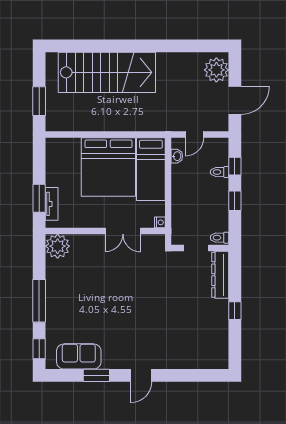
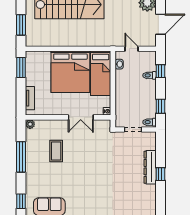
door: (194, 135) -> (132, 49), swing flipped
window: (39, 198) -> (21, 68), moved
window: (235, 201) -> (160, 106), moved
plant: (58, 246) -> (30, 124), width x0.53, depth x0.53
dresser: (220, 275) -> (150, 167), moved
coffee table: (88, 278) -> (56, 151), added
window: (39, 301) -> (21, 157), moved

